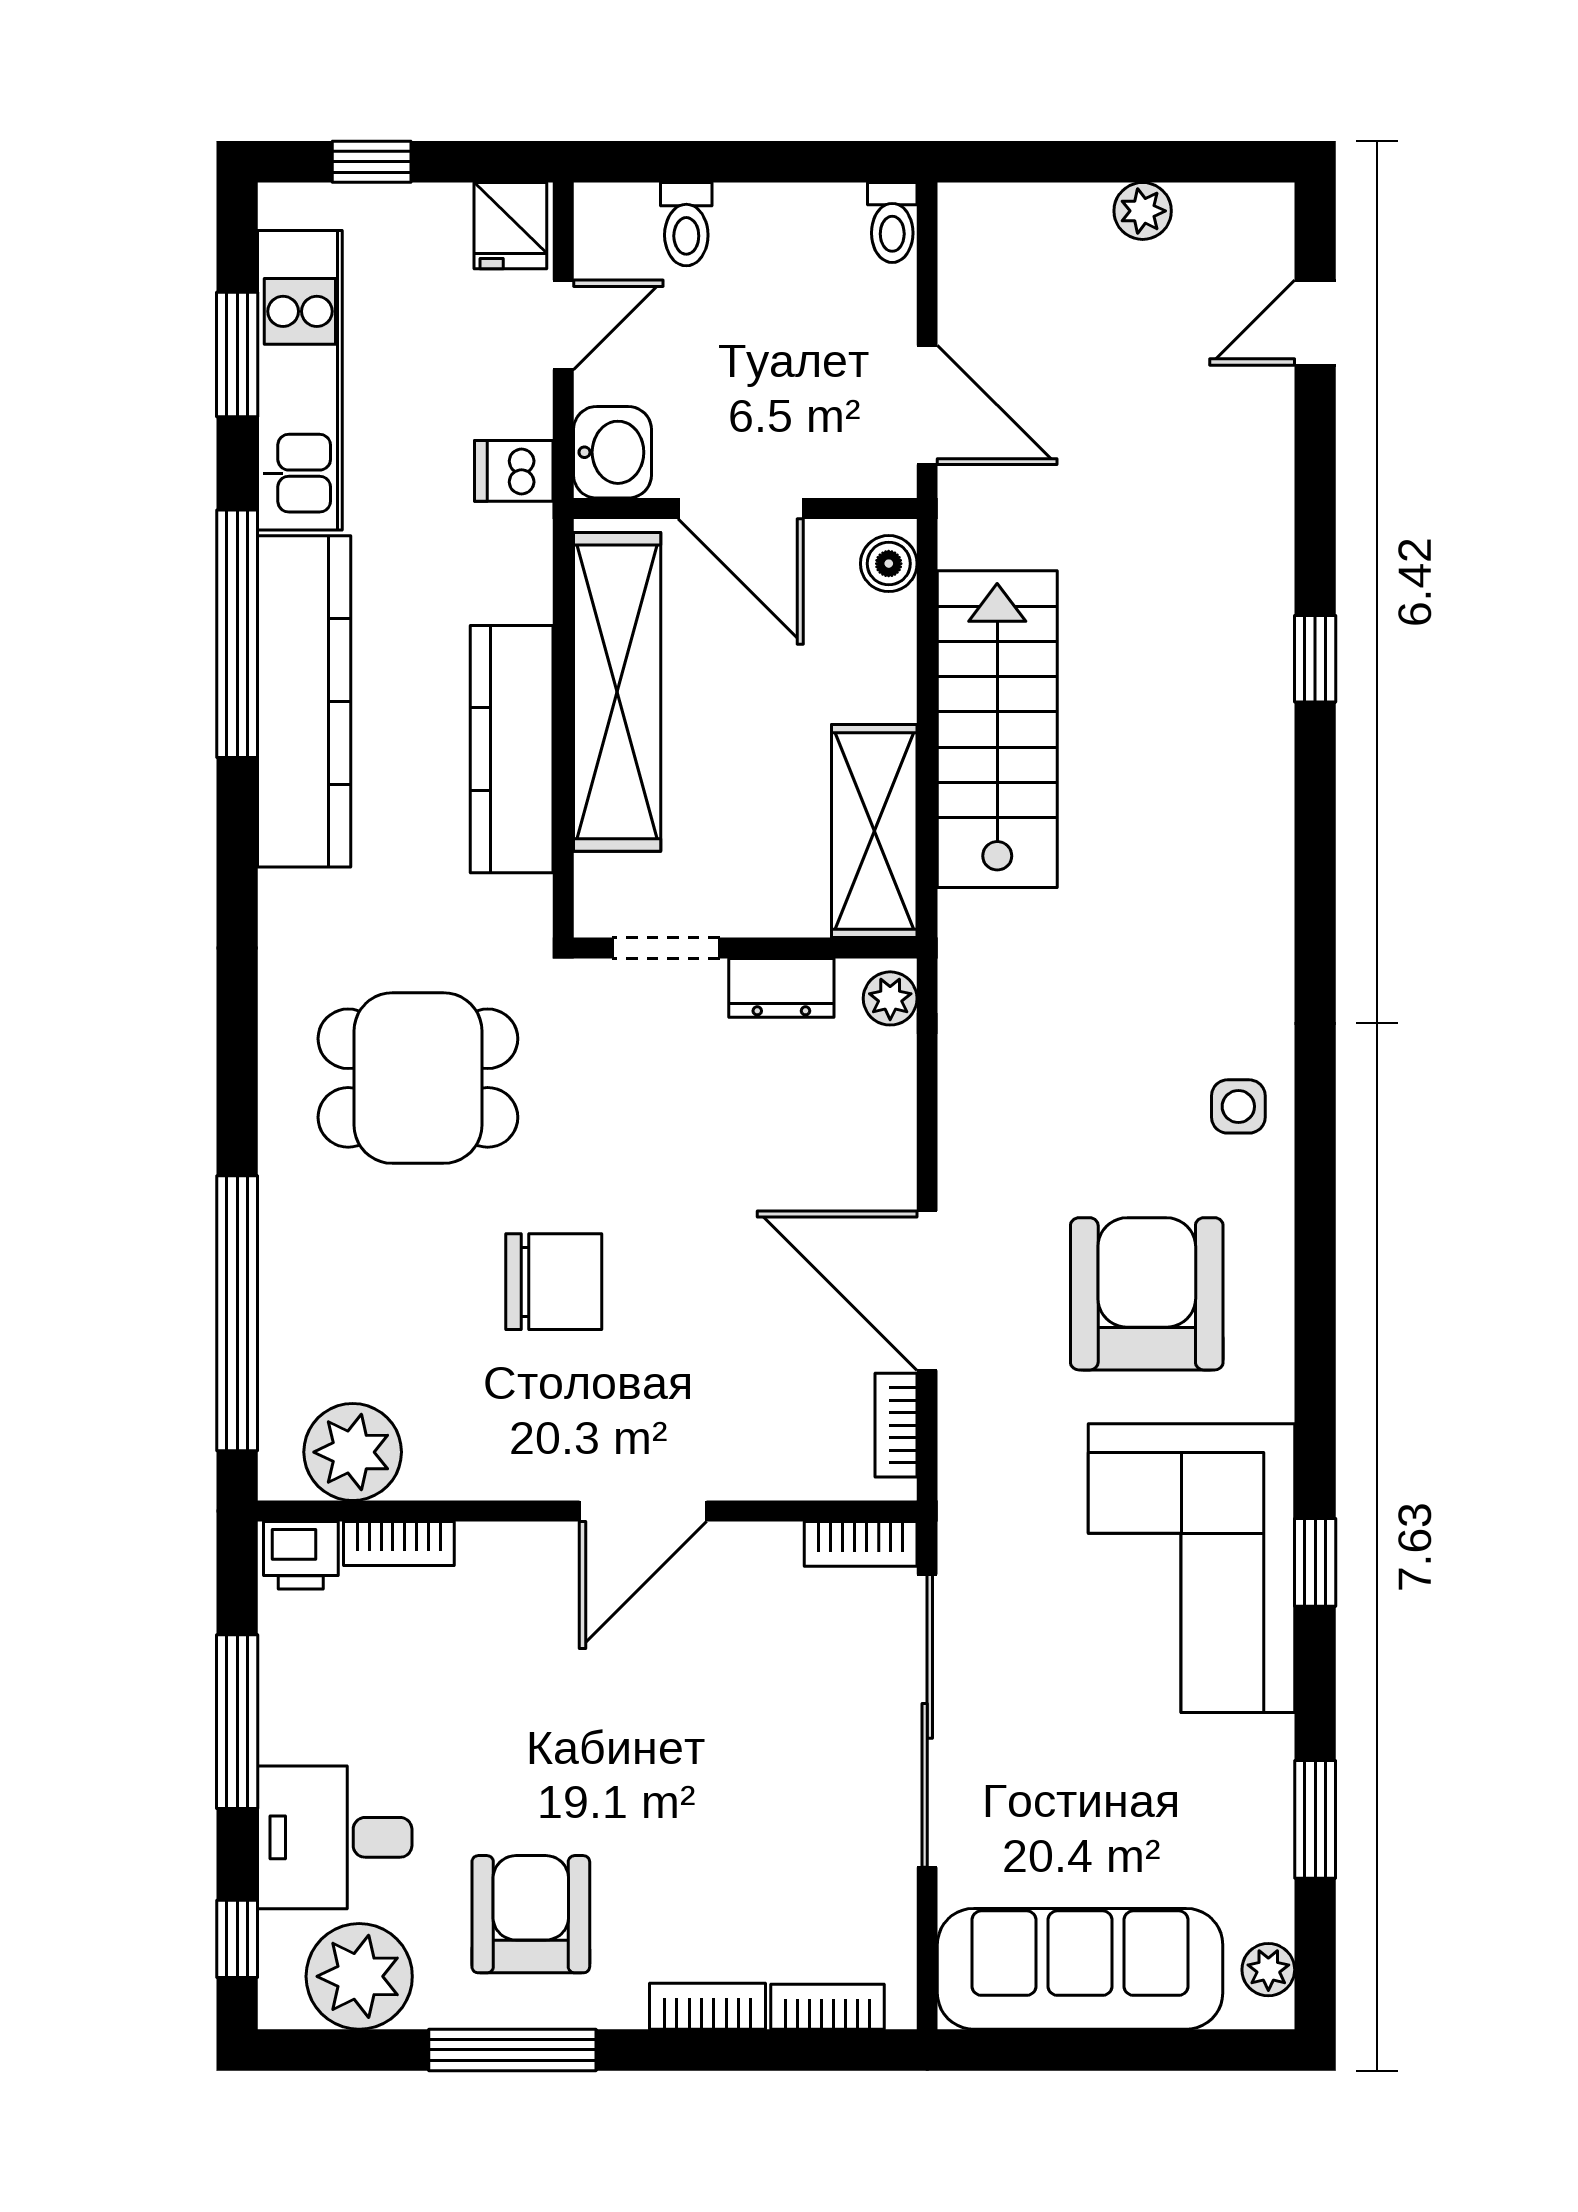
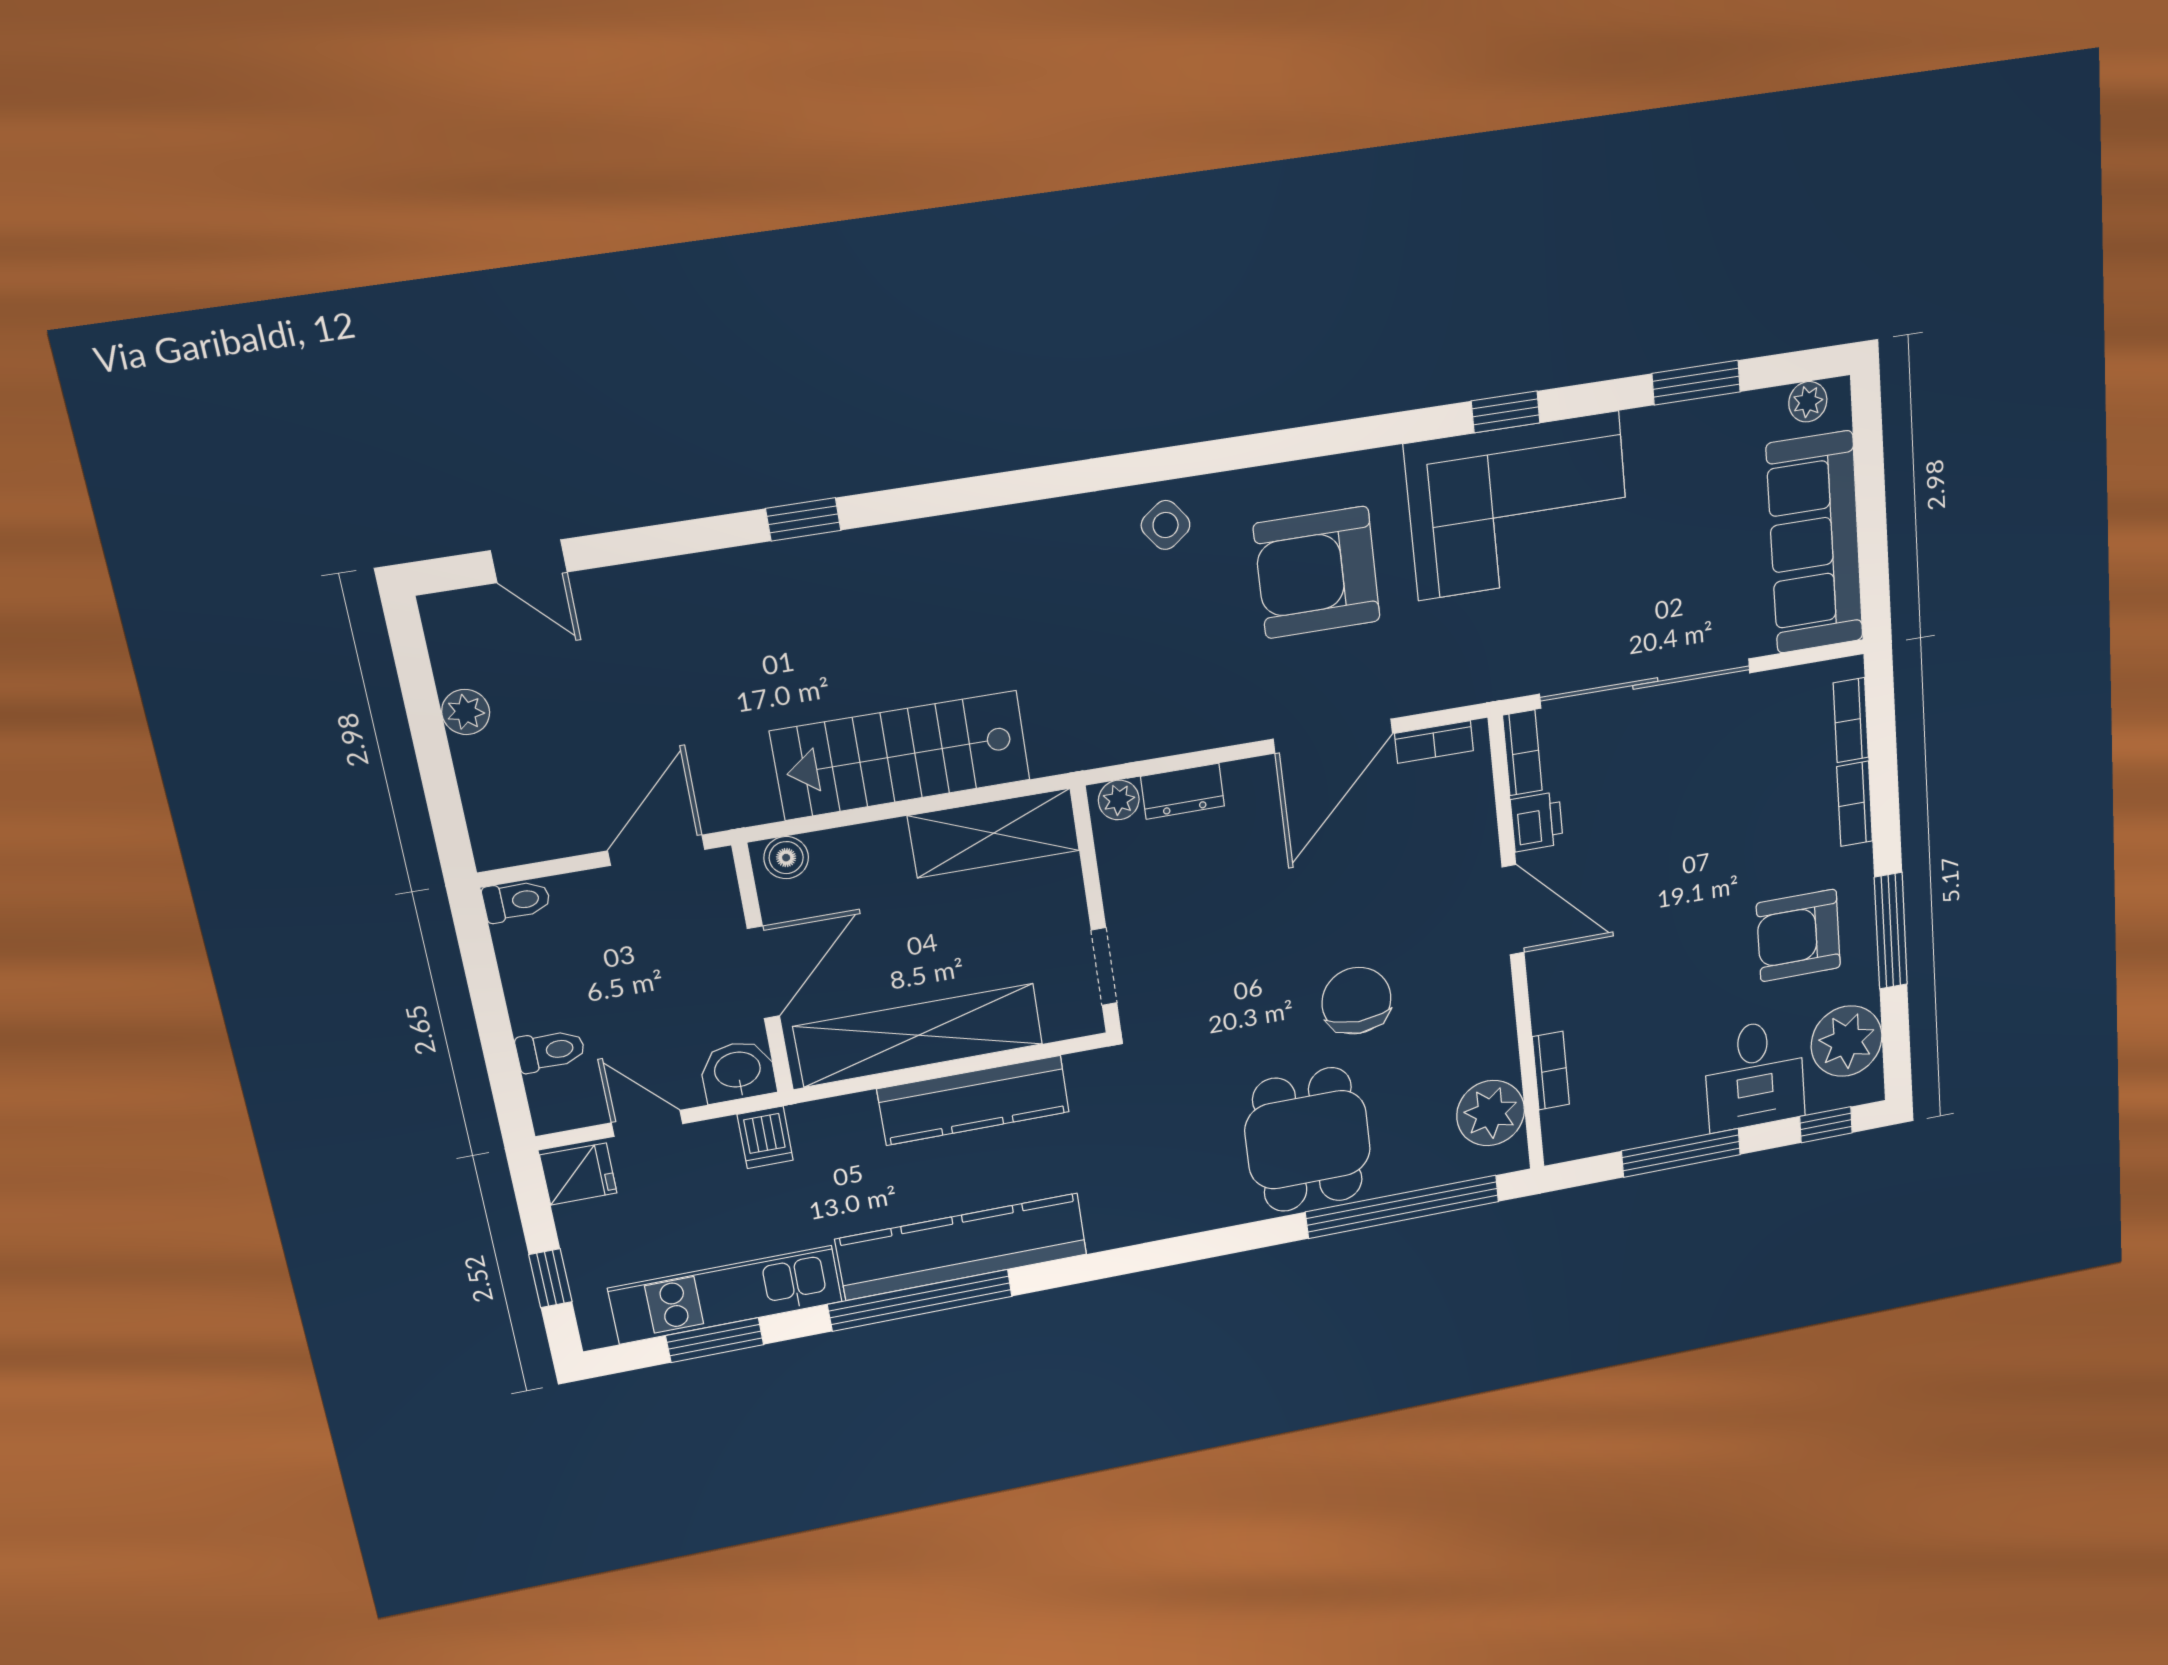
dresser: (781, 988) -> (1183, 791), moved, turned 90
dining table: (418, 1078) -> (1308, 1140), moved
side table: (1238, 1106) -> (1166, 525), turned -37
printer: (301, 1555) -> (1537, 822), moved

